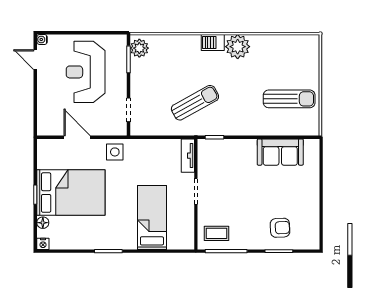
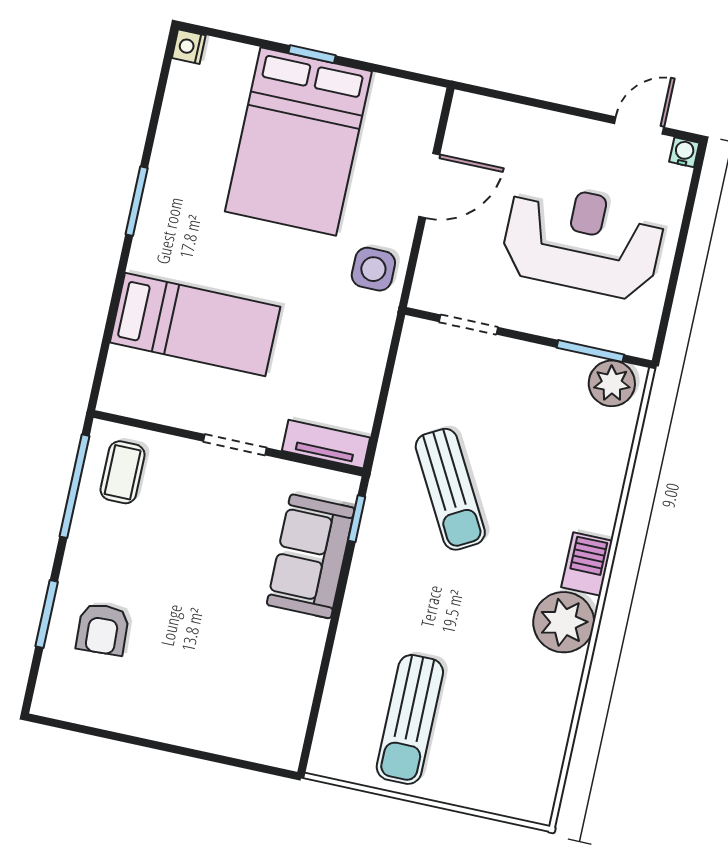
sofa: (280, 152) -> (311, 556), moved
floor lamp: (43, 223) -> (240, 57), removed

